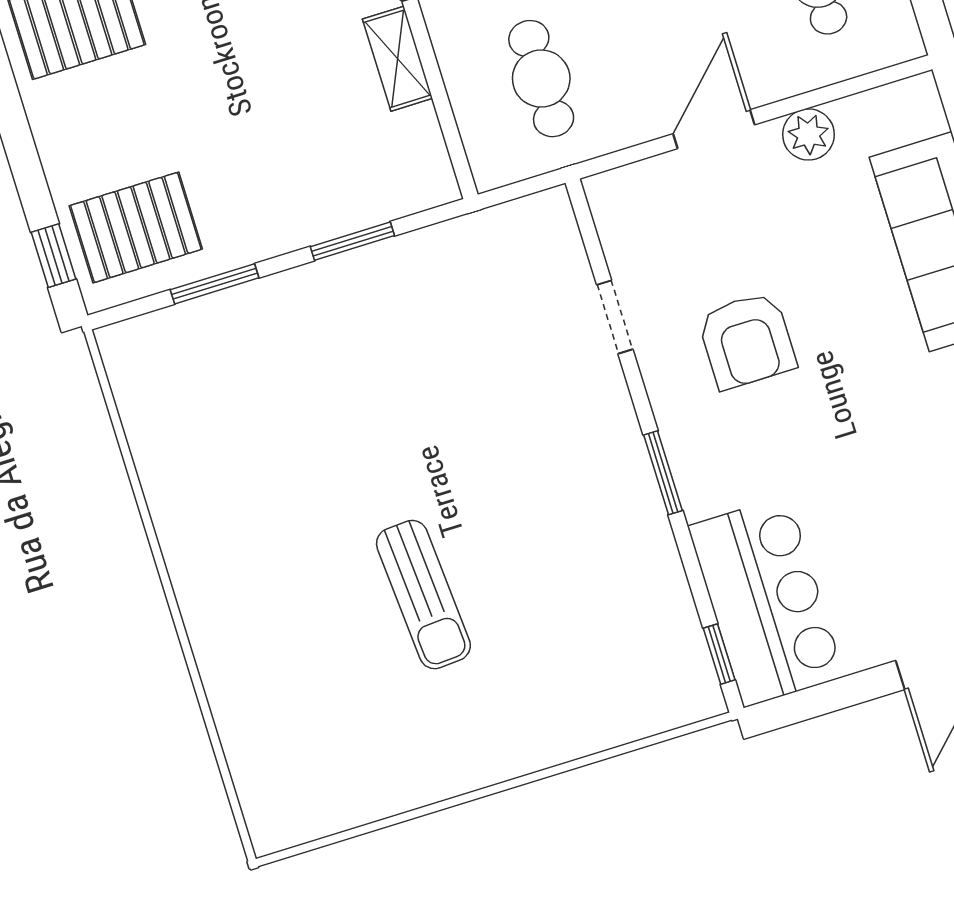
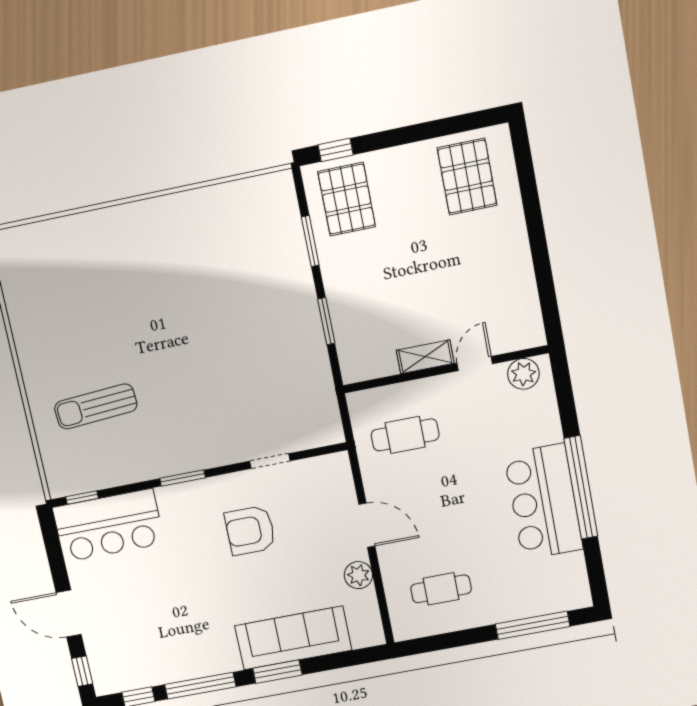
sun lounger: (423, 595) -> (96, 406), moved

